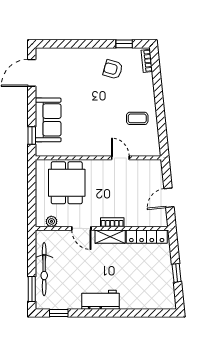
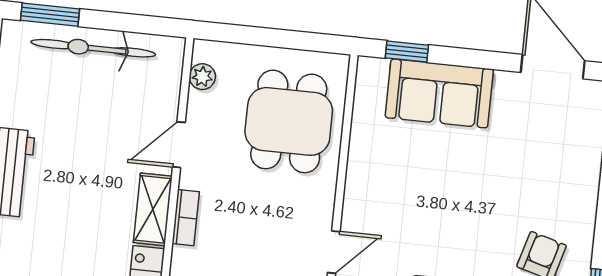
dining table: (67, 183) -> (289, 121), turned 90

